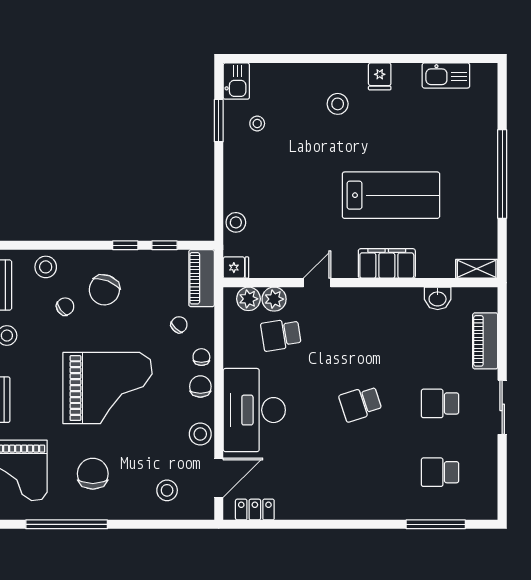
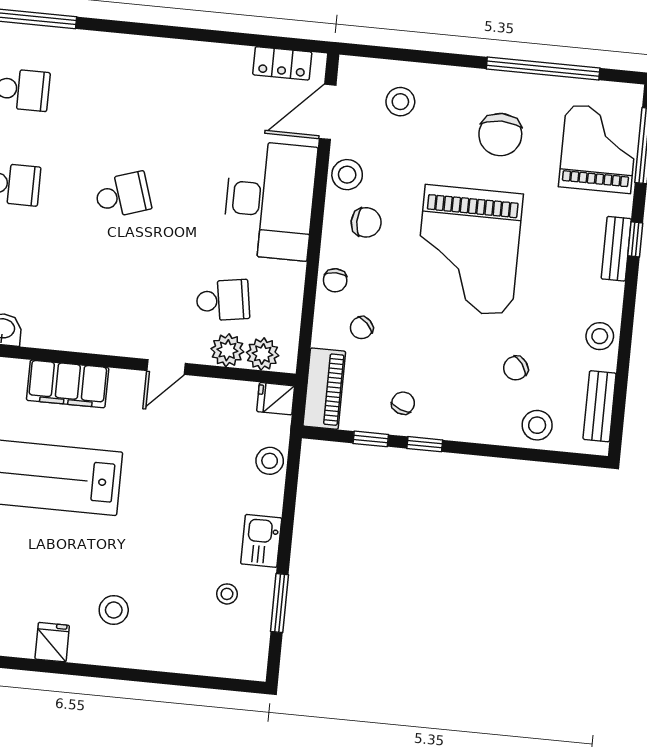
kitchen sink: (236, 81) -> (261, 541), moved
chair: (104, 290) -> (403, 403), moved, width x0.54, depth x0.54
chair: (200, 387) -> (366, 222), moved, turned -90
grand piano: (108, 388) -> (468, 250), turned -90

